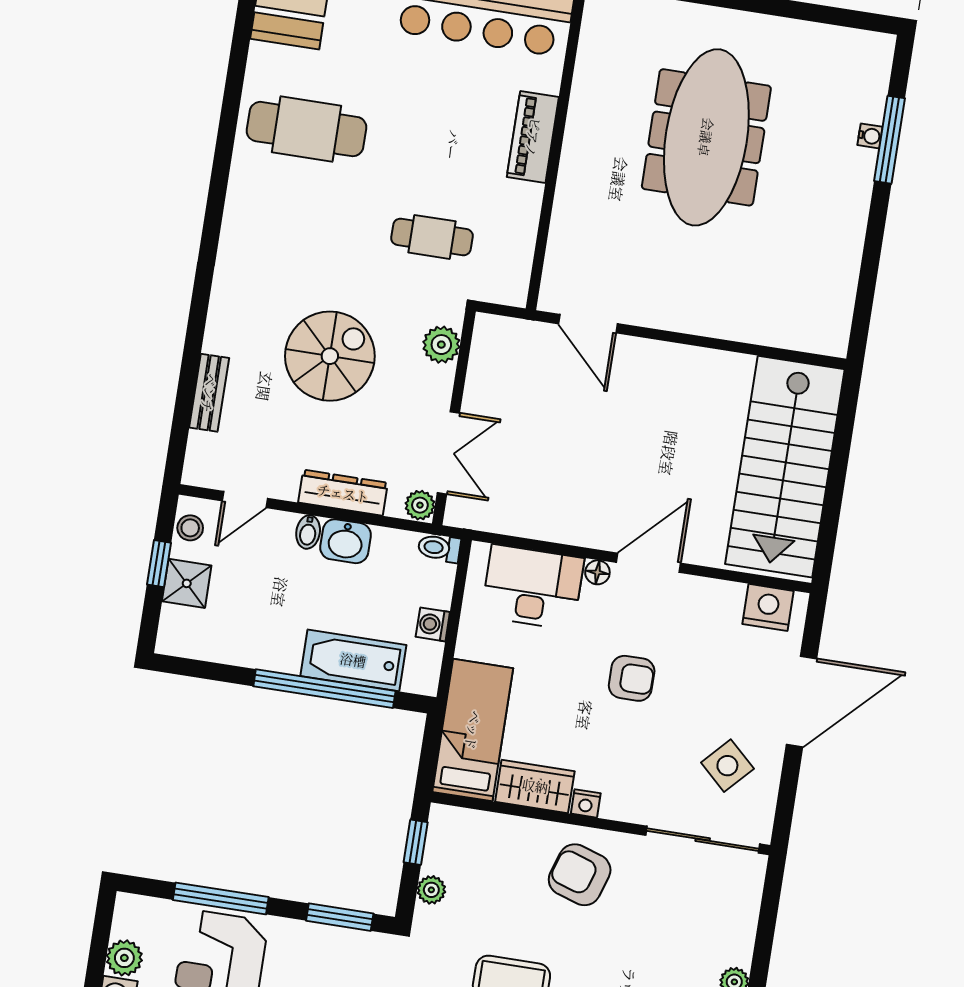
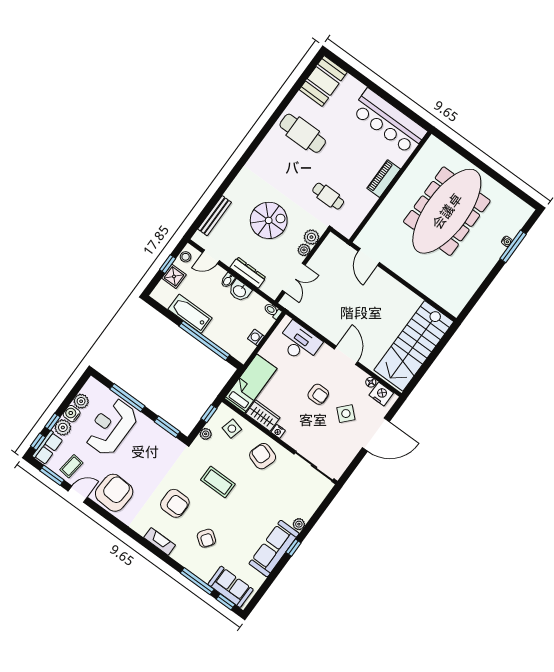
meeting table: (706, 137) -> (447, 211), width x1.36, depth x1.27
bench: (209, 393) -> (215, 216), width x1.36
plant: (420, 505) -> (304, 250), moved
door: (648, 563) -> (346, 355), hinge flipped
floor lamp: (597, 572) -> (371, 382), moved
bathtub: (353, 660) -> (190, 314), moved
side table: (727, 766) -> (346, 414), moved
side table: (482, 849) -> (232, 429), added

